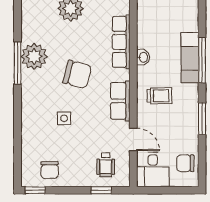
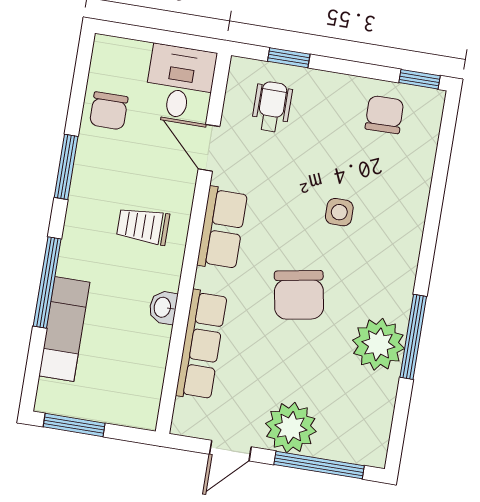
exam couch: (190, 58) -> (64, 329), moved
chair: (77, 74) -> (299, 295), turned -115
chair: (185, 163) -> (109, 111), moved, turned 90

